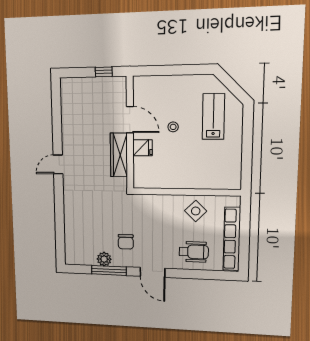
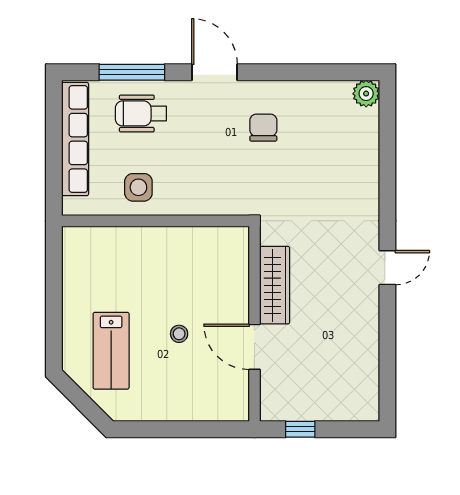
fridge: (143, 148) -> (232, 298), removed
side table: (196, 211) -> (138, 187), turned 45
plant: (104, 259) -> (366, 94), moved
window: (109, 270) -> (132, 72), moved

